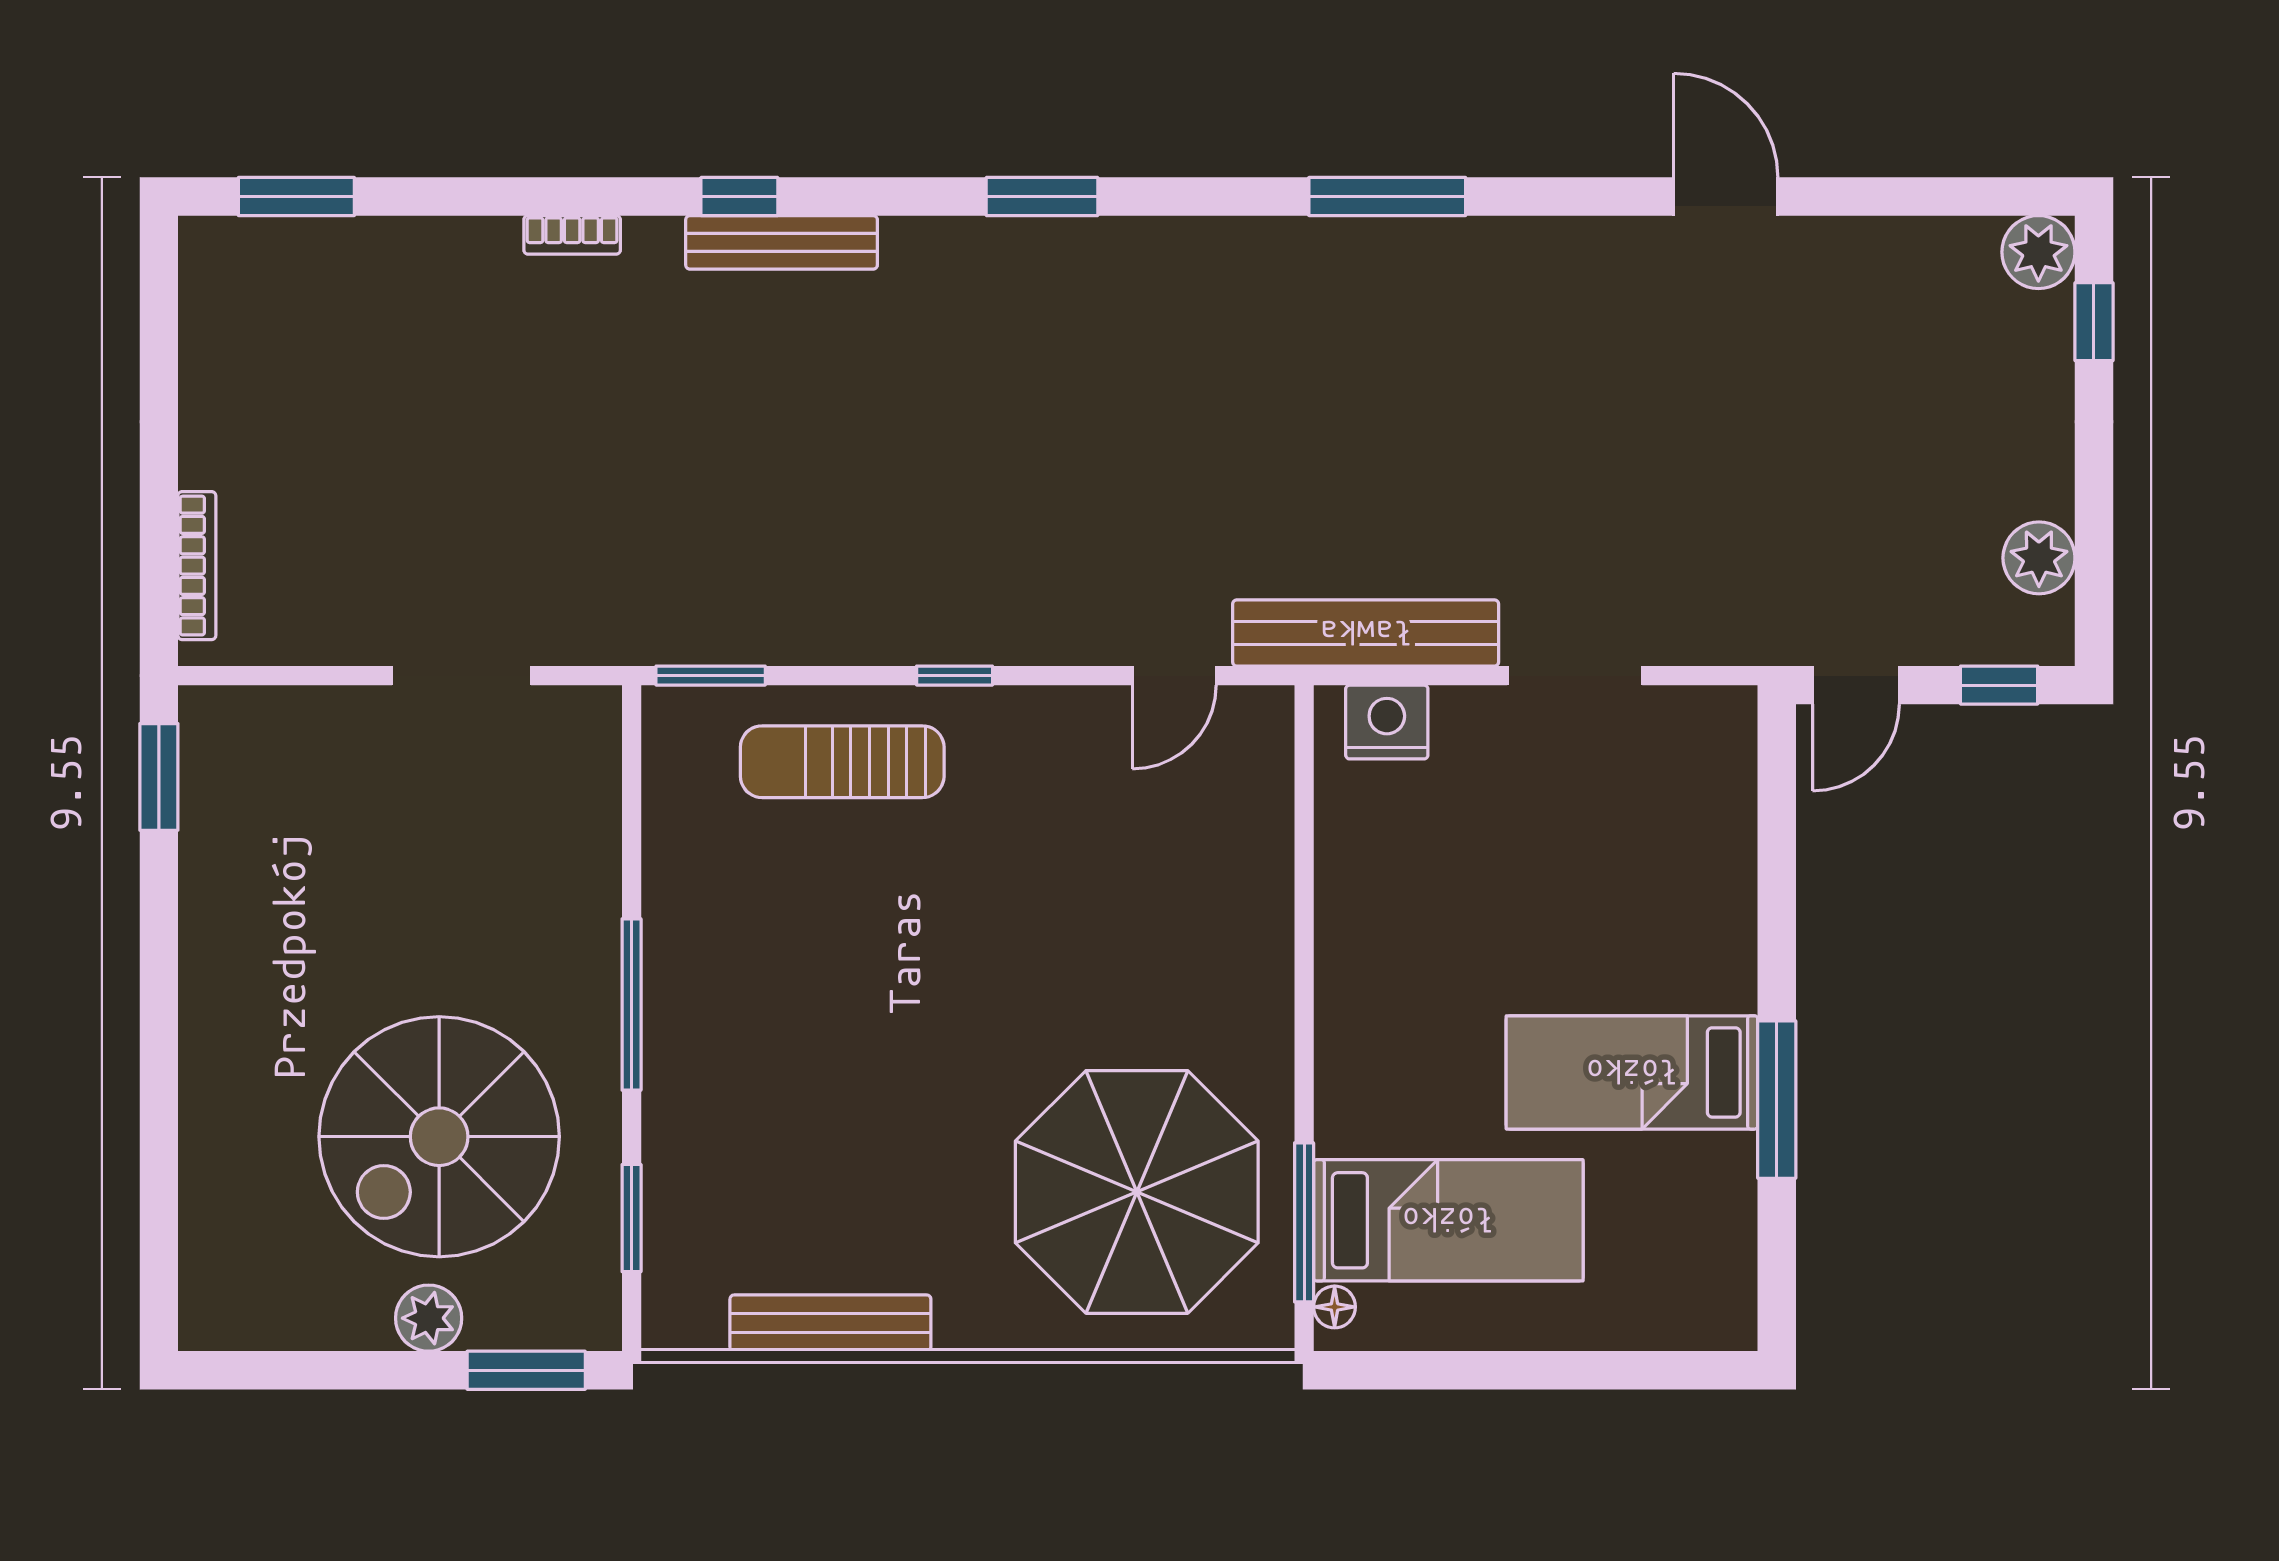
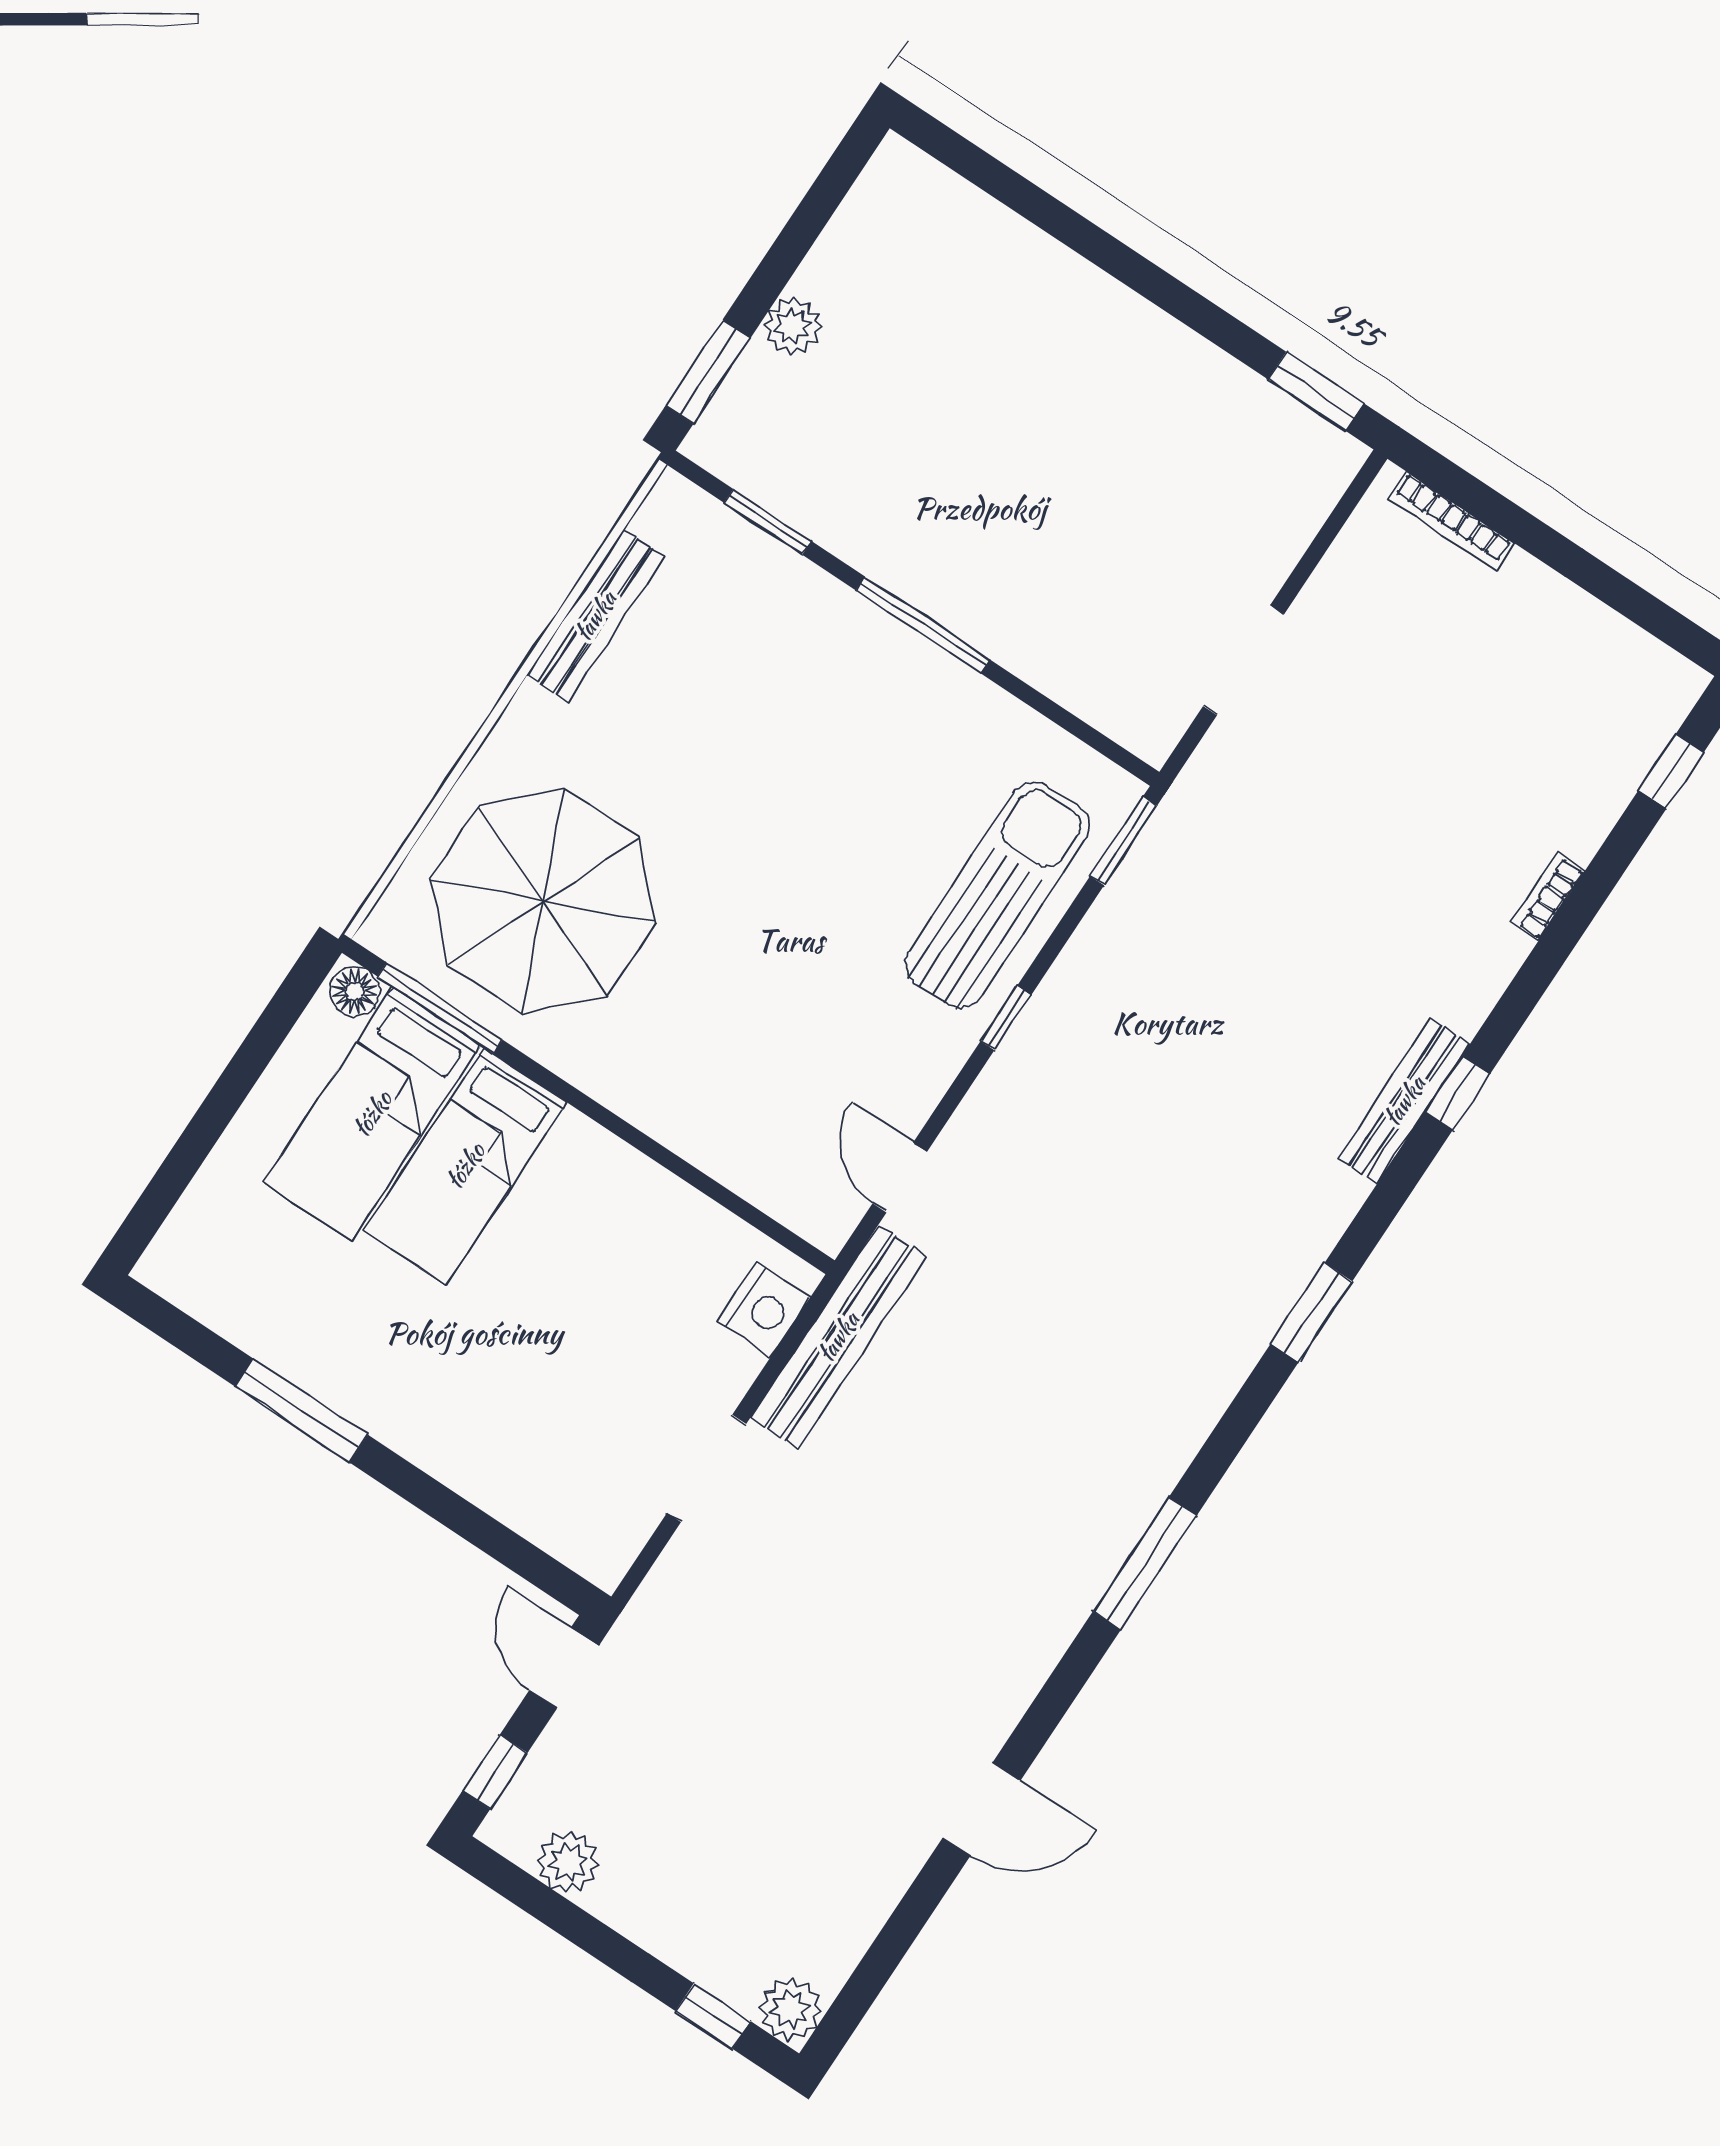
window: (296, 197) -> (1671, 771), width x0.67
bookcase: (572, 235) -> (1548, 896), moved
sun lounger: (842, 762) -> (997, 895), width x1.36, depth x1.34
bed: (1632, 1072) -> (465, 1166), moved, turned 180
spiral stairs: (439, 1137) -> (920, 421), removed
floor lamp: (1335, 1307) -> (355, 991), width x1.37, depth x1.37

